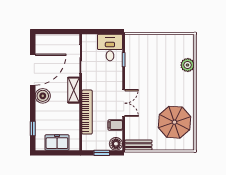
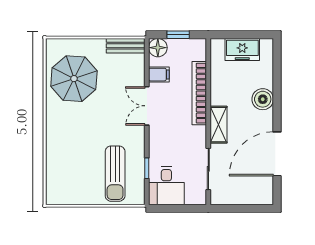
sun lounger: (146, 56) -> (115, 174), added
plant: (188, 65) -> (55, 160), removed
boiler: (43, 96) -> (263, 99), moved
window: (33, 129) -> (277, 70), removed

